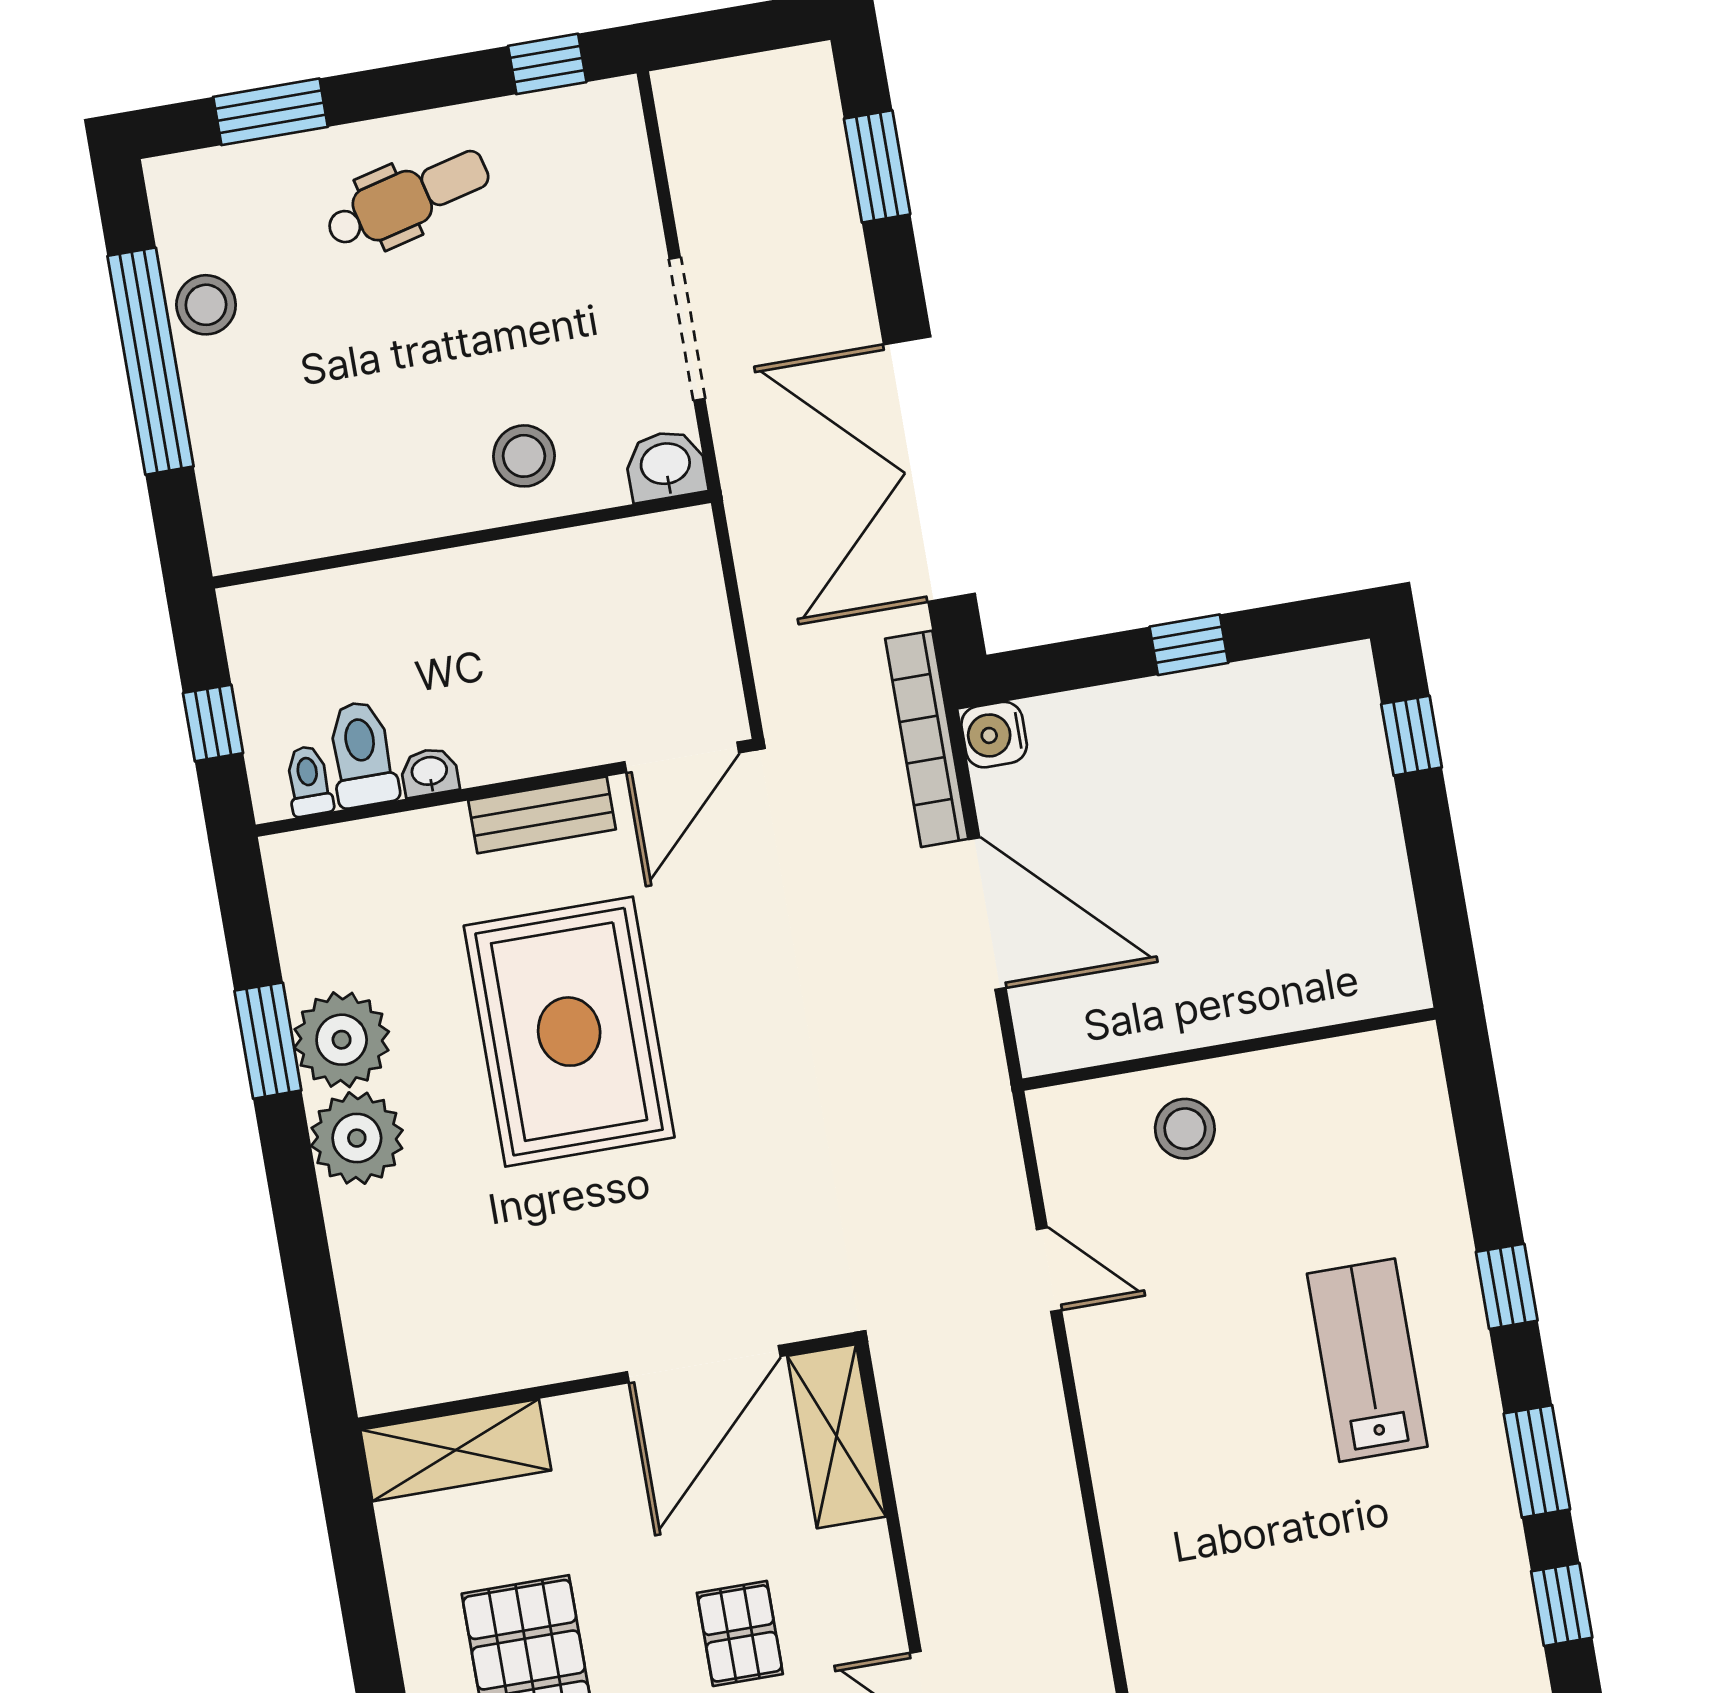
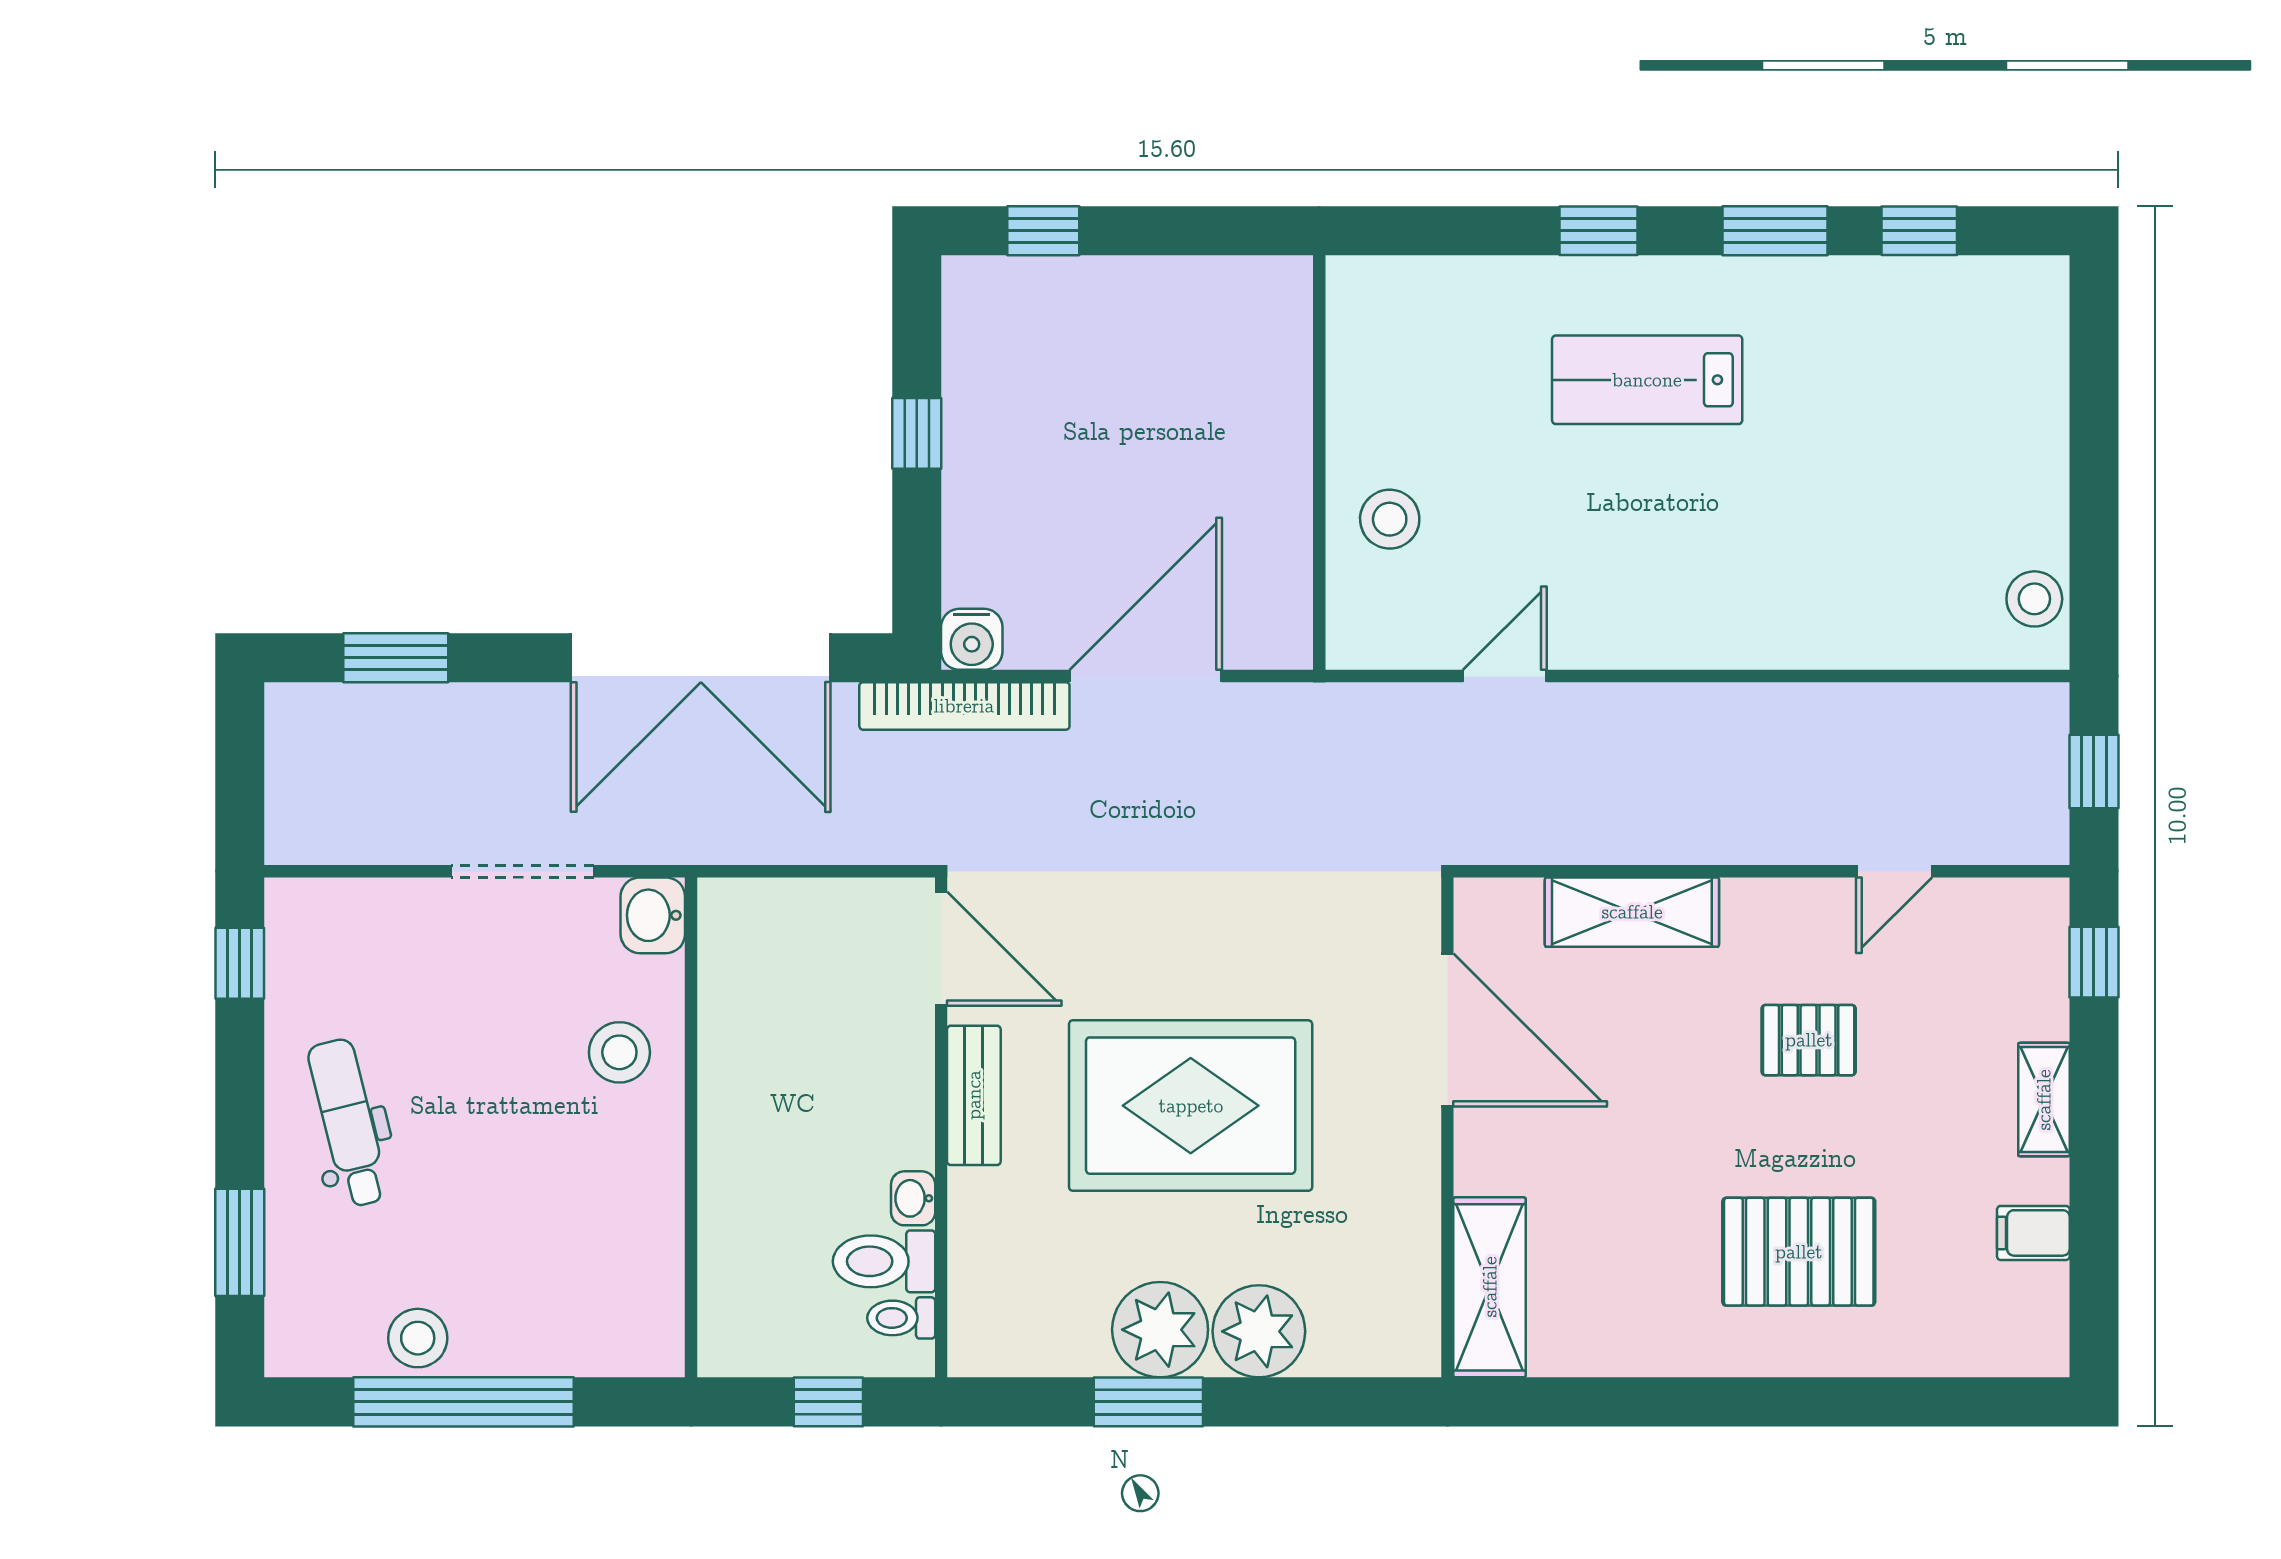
door: (704, 1364) -> (1447, 1030), moved
wall: (607, 1381) -> (1447, 1127), moved
shelving: (456, 1450) -> (1490, 1287), moved

